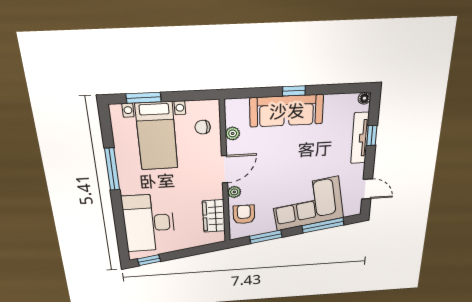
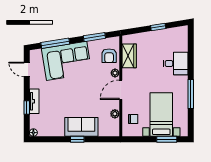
sofa: (287, 111) -> (81, 127), width x0.73
tv unit: (360, 138) -> (34, 101), width x0.71
desk: (149, 223) -> (176, 64), width x0.53, depth x0.77
window: (149, 260) -> (158, 27), moved

